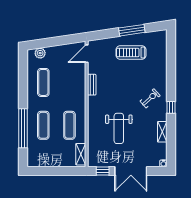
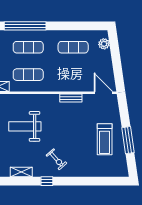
treadmill: (131, 53) -> (105, 139), turned 180

